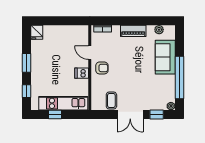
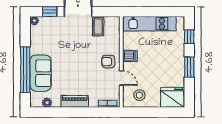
fridge: (37, 32) -> (173, 97), width x1.88, depth x1.34
stool: (73, 37) -> (139, 95), added
window: (179, 77) -> (25, 70), moved
window: (55, 115) -> (159, 12), removed

